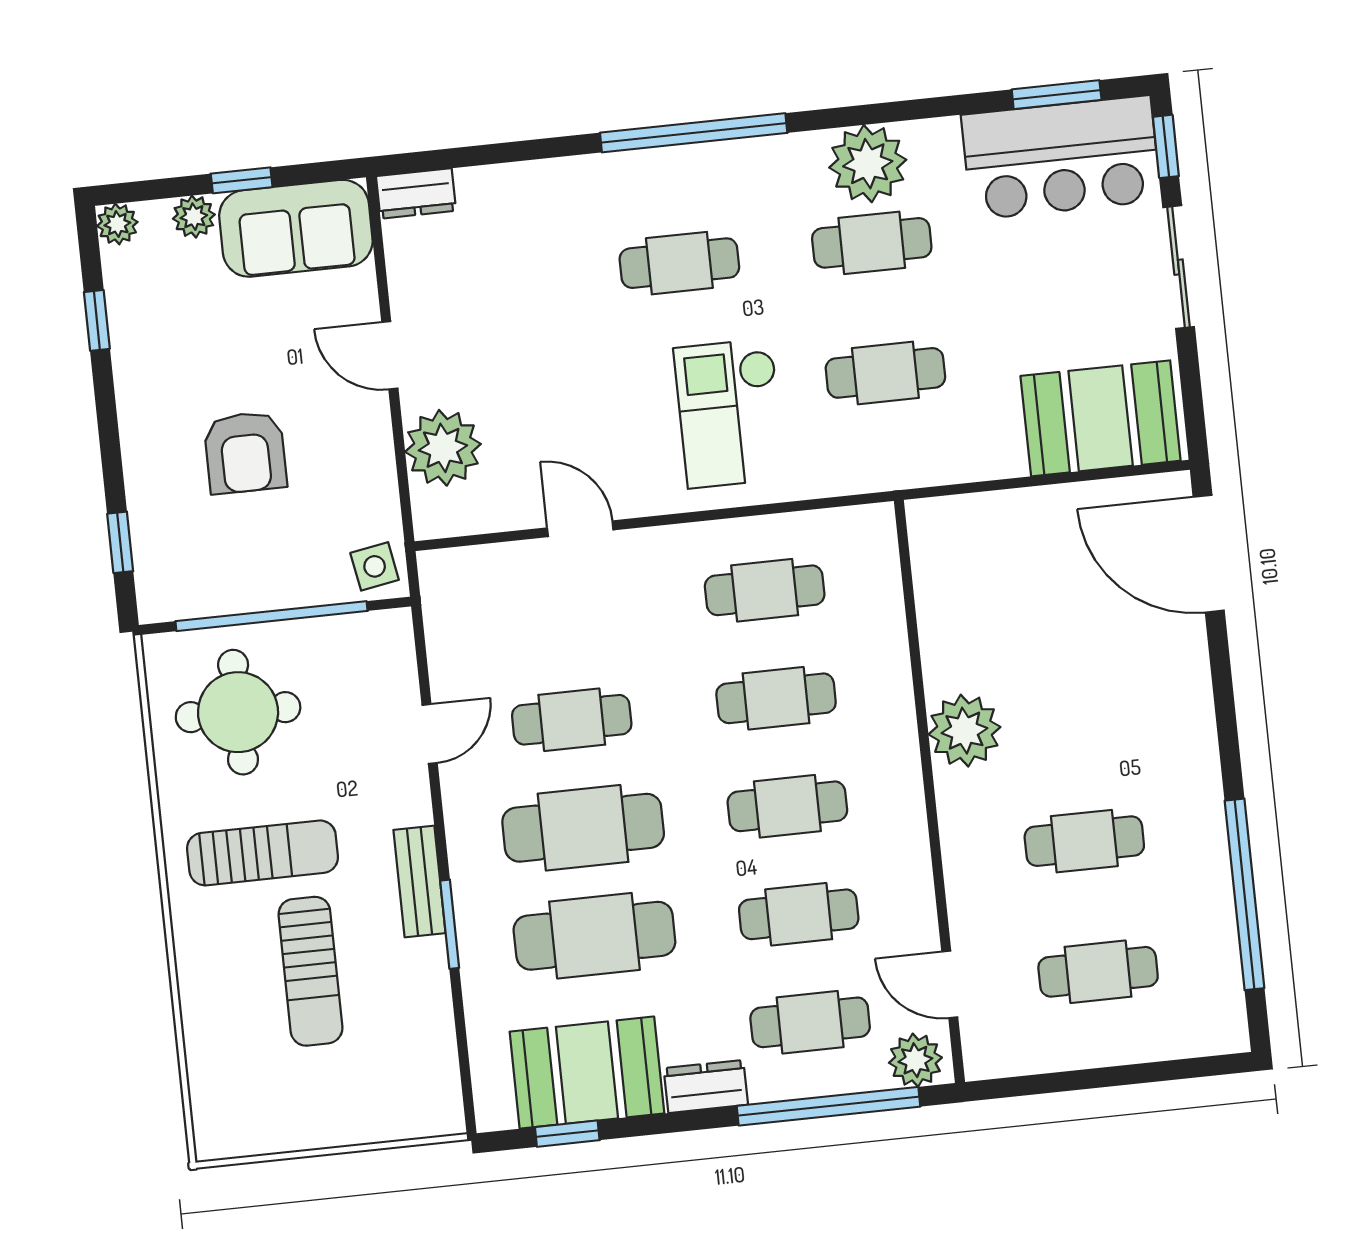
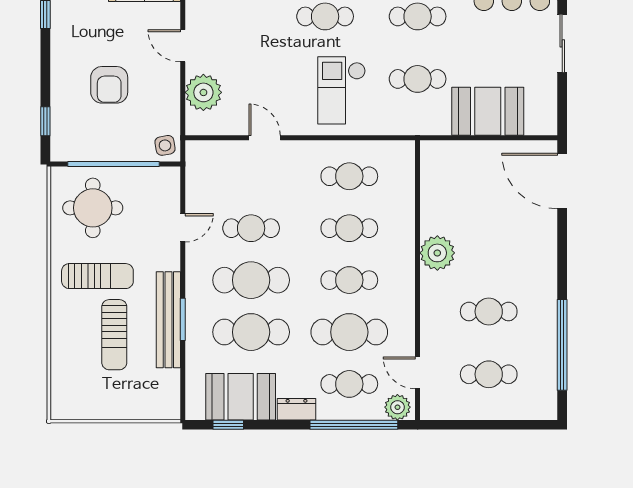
booth: (1101, 418) -> (488, 111), moved
bench: (419, 882) -> (168, 320), width x1.86, depth x1.21
cafe table: (799, 914) -> (349, 332), width x1.37, depth x1.35

